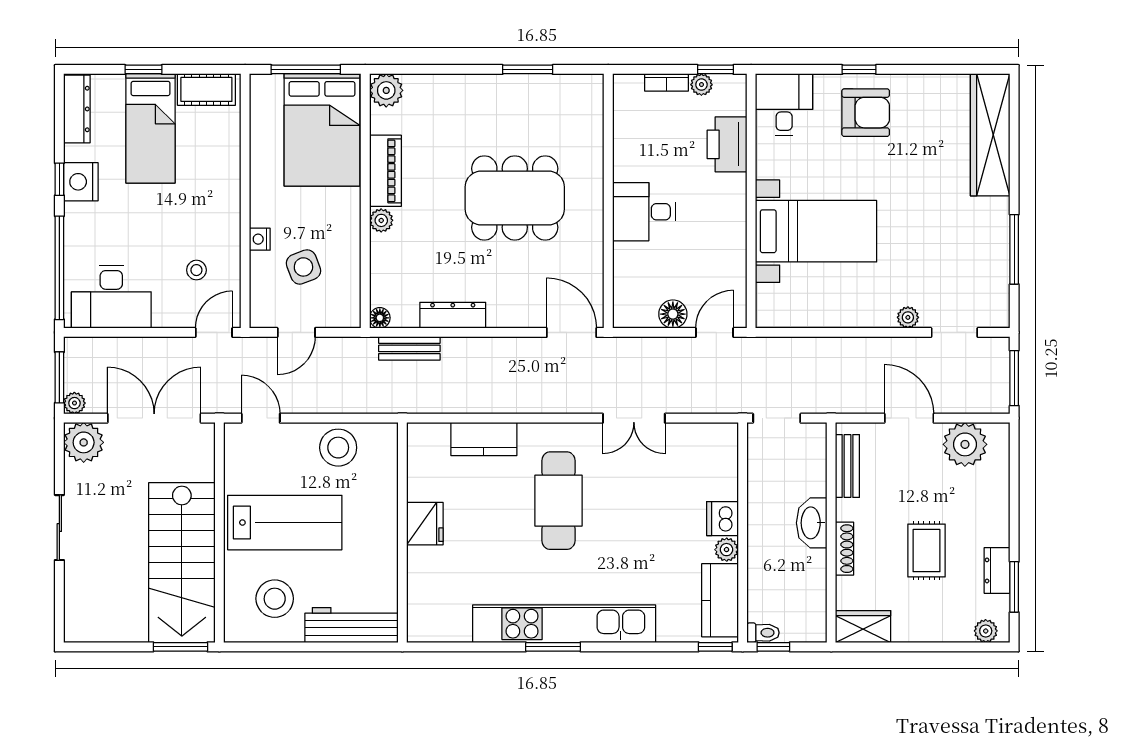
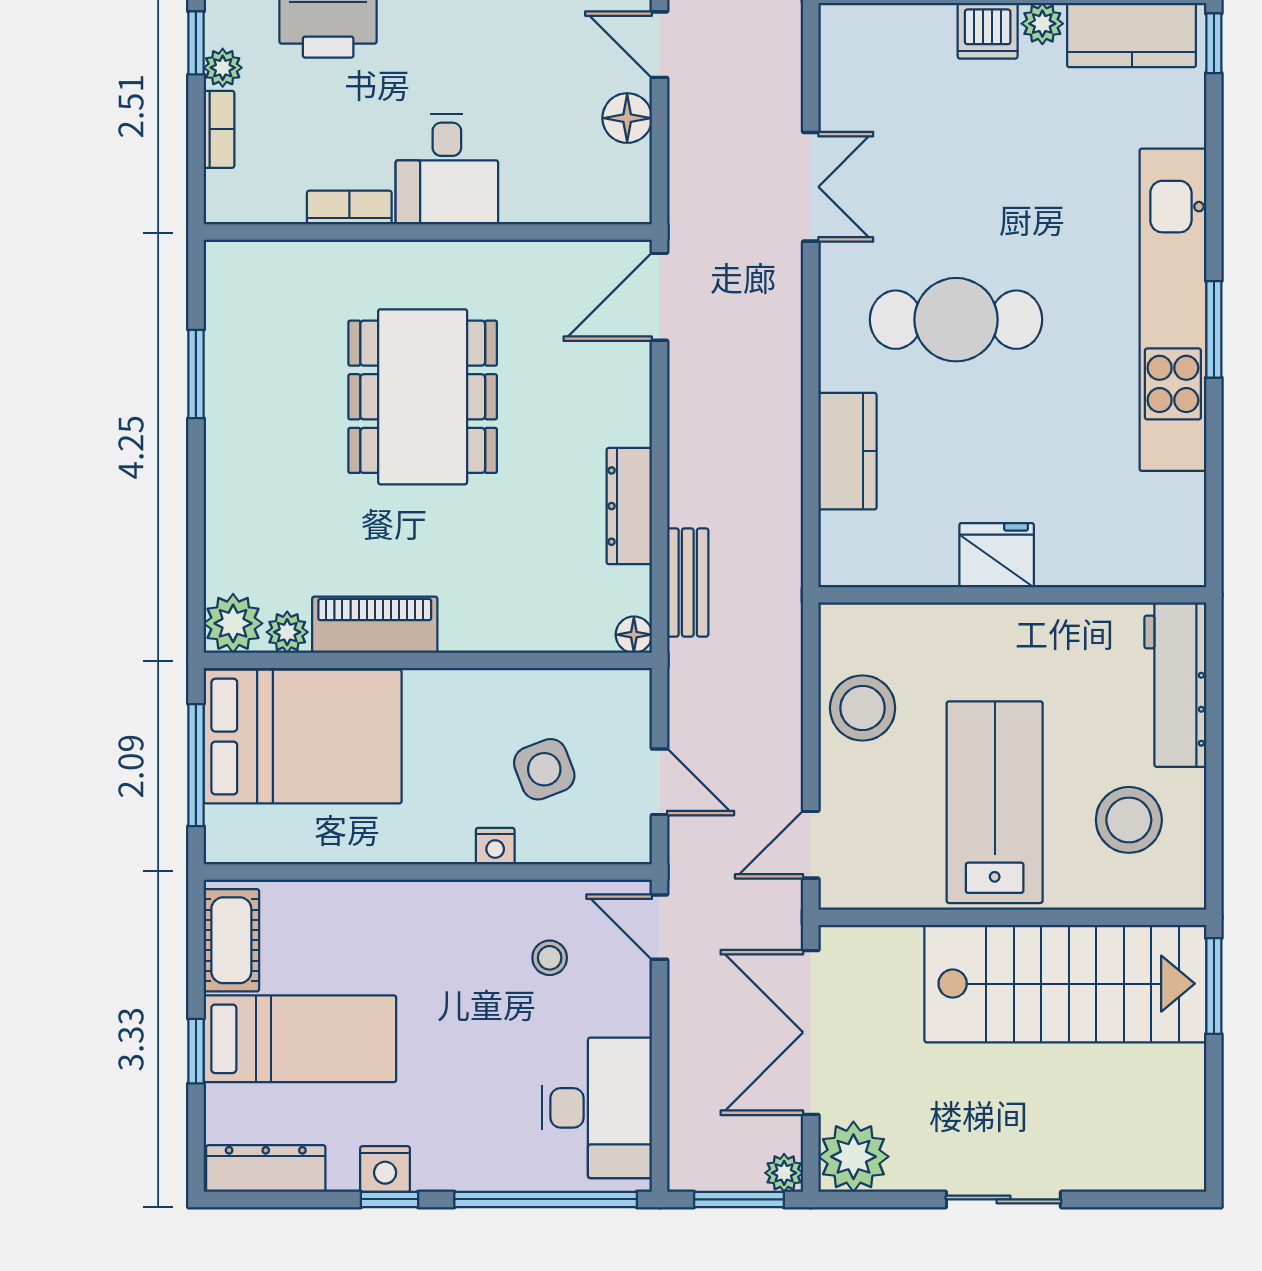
bookcase: (622, 156) -> (349, 208), added
nightstand: (81, 182) -> (385, 1169), width x0.74, depth x0.75
plant: (381, 220) -> (287, 632), moved

